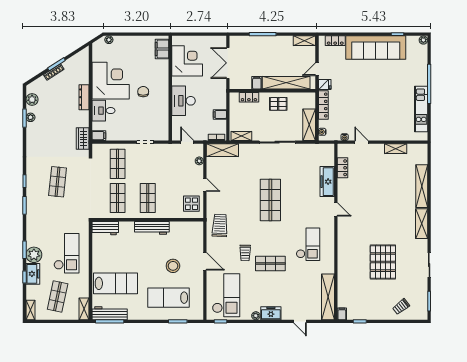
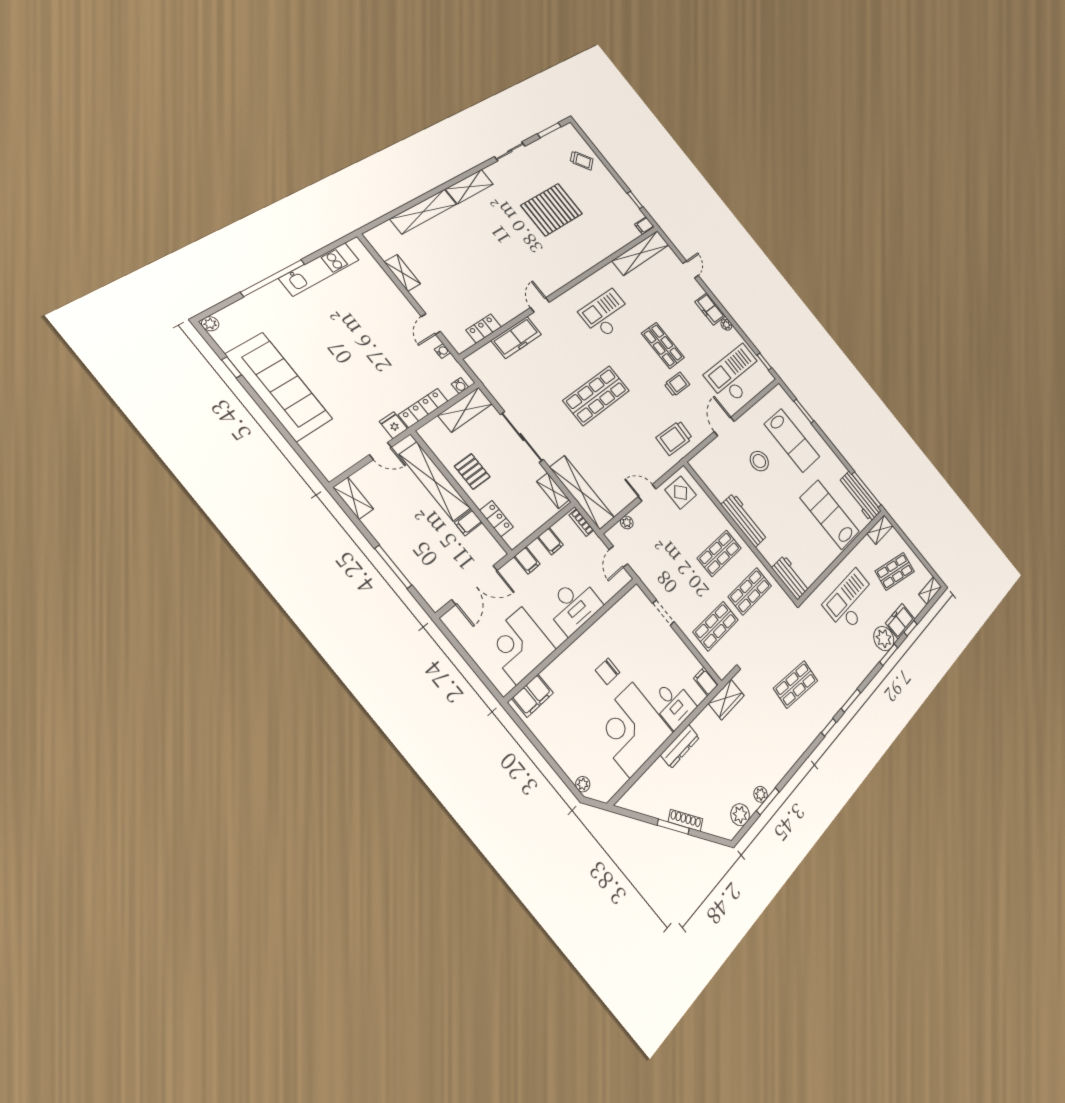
locker: (335, 41) -> (317, 453), removed
filing cabinet: (220, 96) -> (527, 560), added
shelving: (222, 150) -> (582, 492), width x1.47
door: (205, 185) -> (647, 493), hinge flipped

